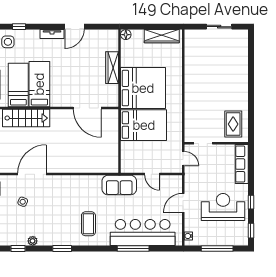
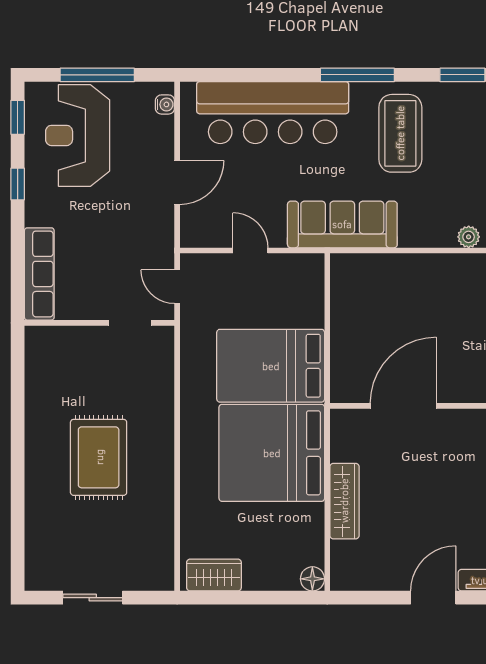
wardrobe: (162, 36) -> (214, 575), width x0.67
door: (87, 108) -> (403, 406), hinge flipped
rug: (233, 124) -> (99, 457), moved, width x1.36, depth x1.43
plant: (59, 180) -> (469, 237), added
sofa: (119, 185) -> (342, 224), width x1.36
reception desk: (223, 207) -> (78, 135), moved, turned 90
coffee table: (88, 224) -> (400, 133), width x1.36, depth x1.32
window: (133, 249) -> (357, 75), moved

